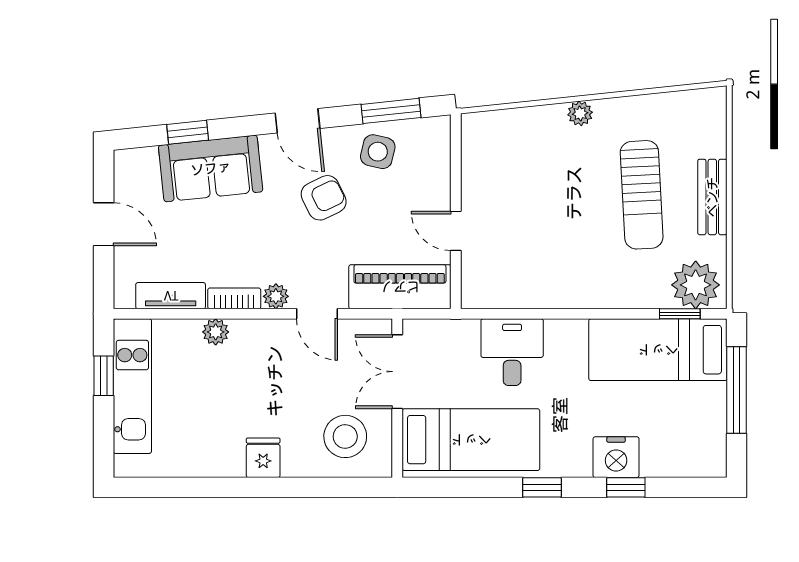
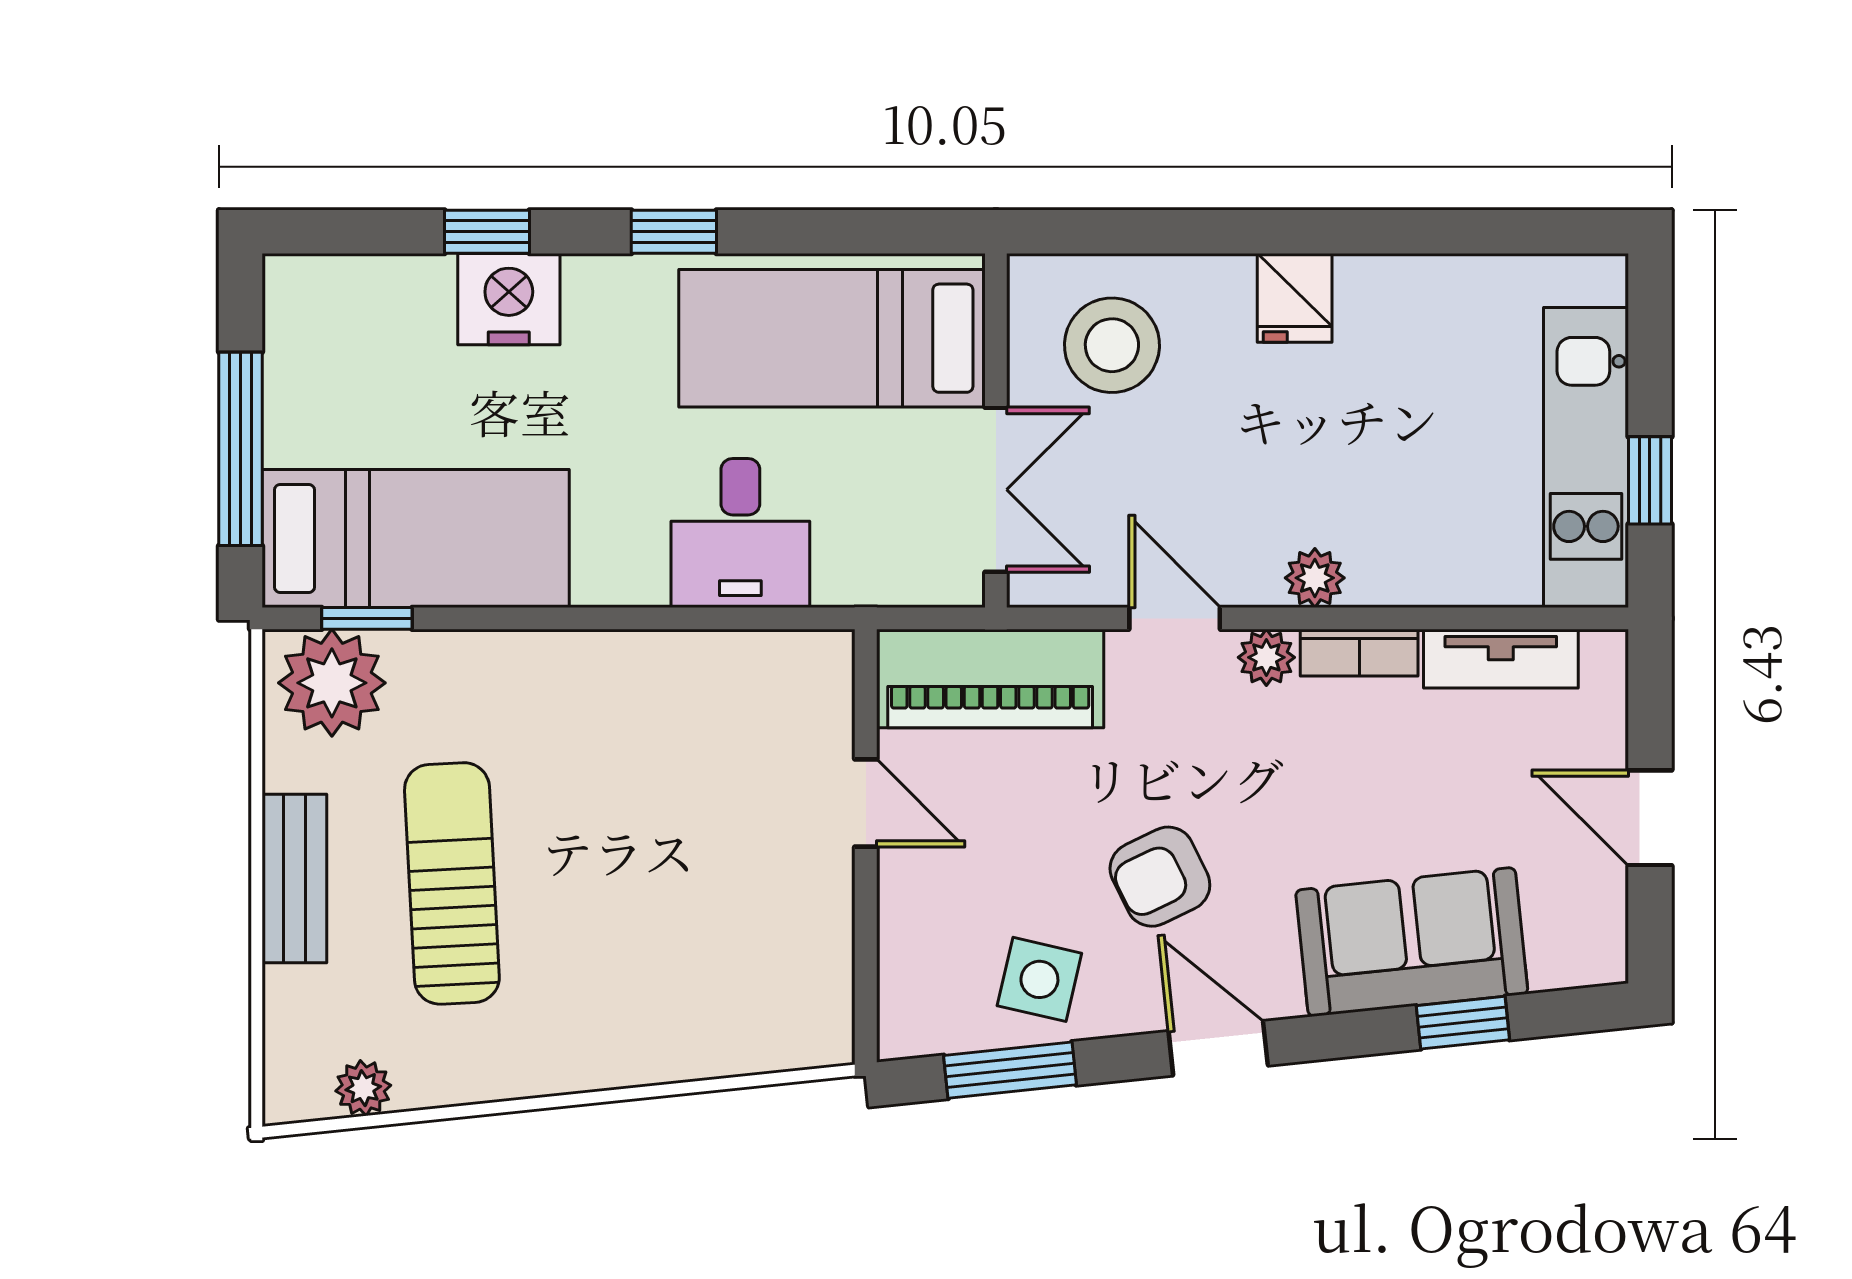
plant: (580, 113) -> (363, 1088), moved
plant: (216, 332) -> (1315, 578), moved

